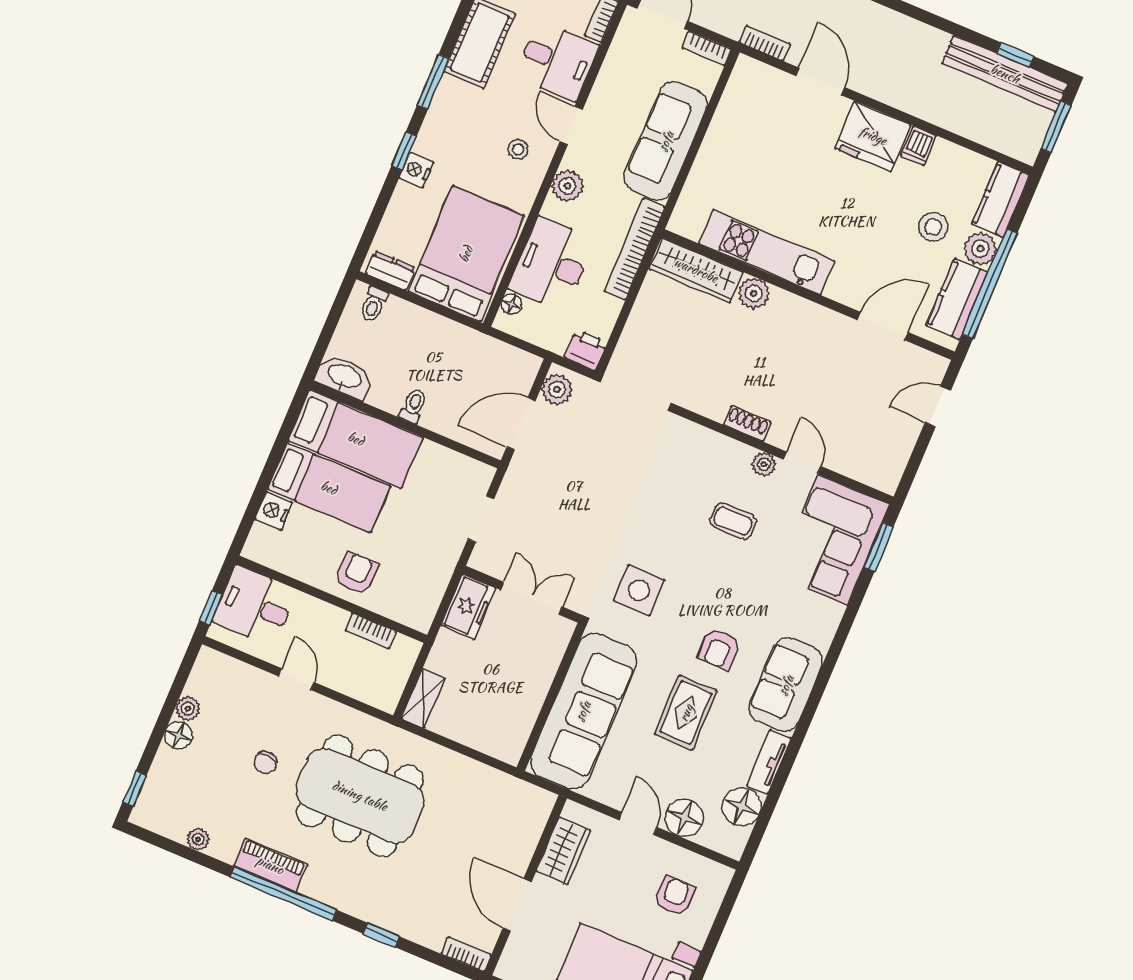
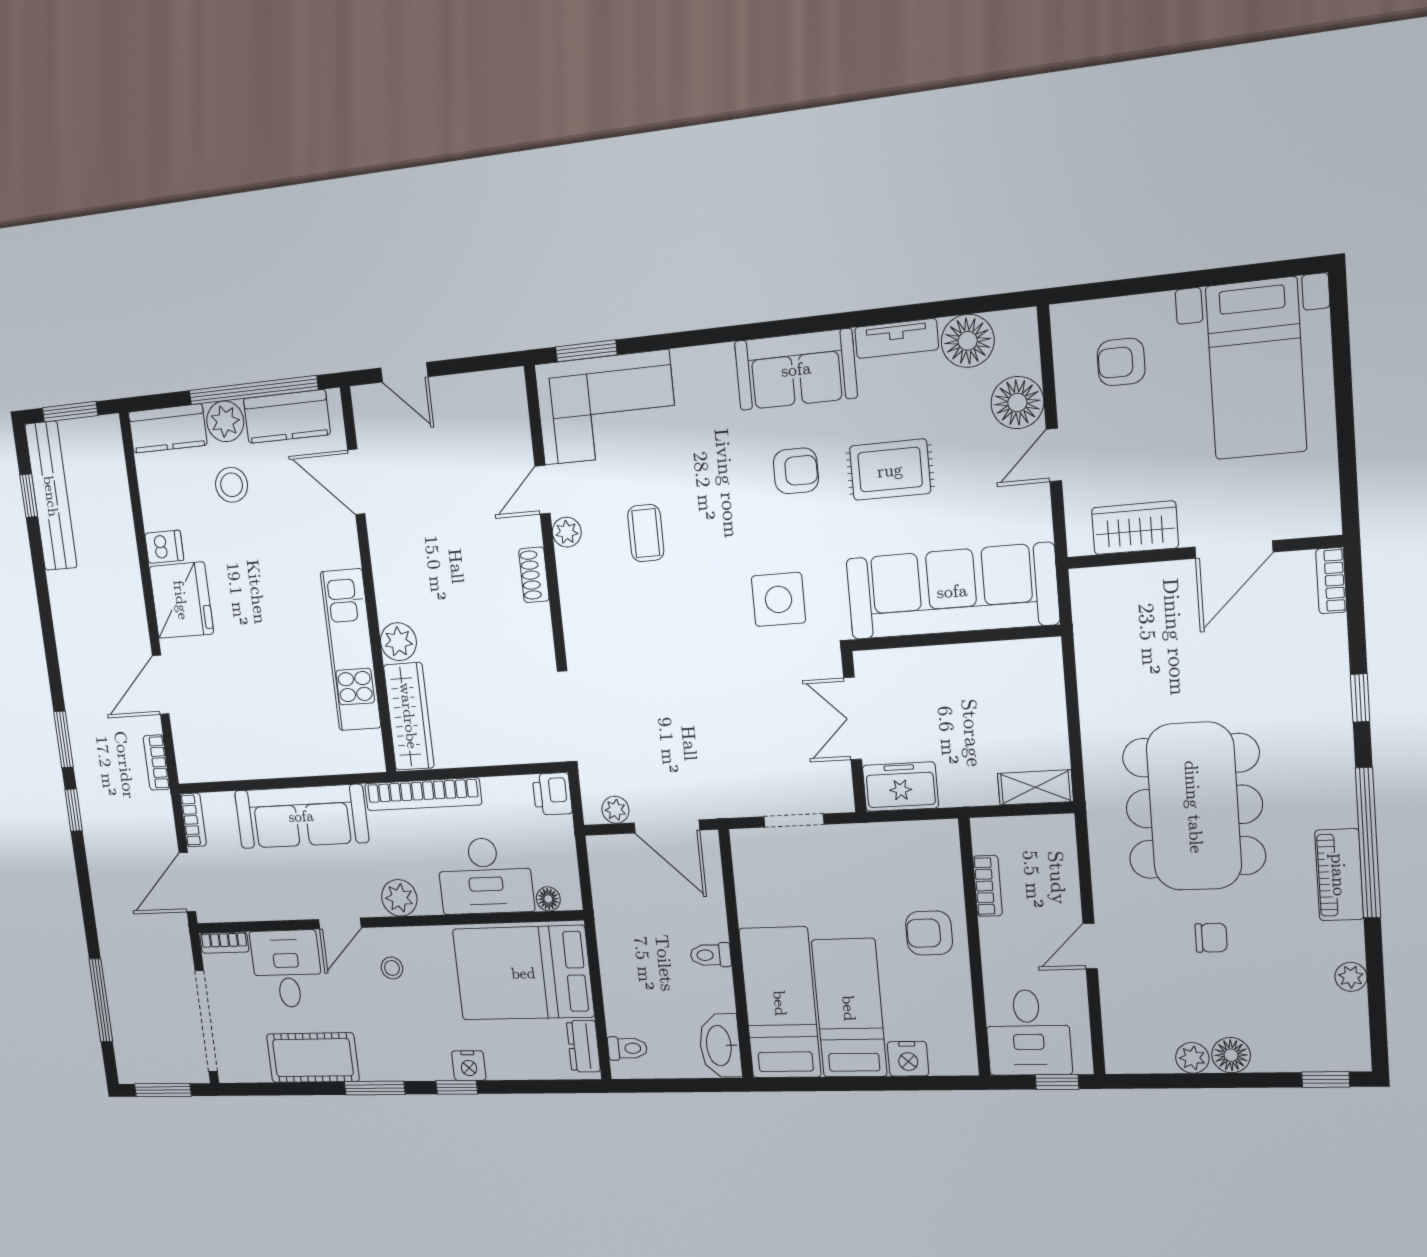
plant: (557, 390) -> (615, 810), width x0.73, depth x0.73

